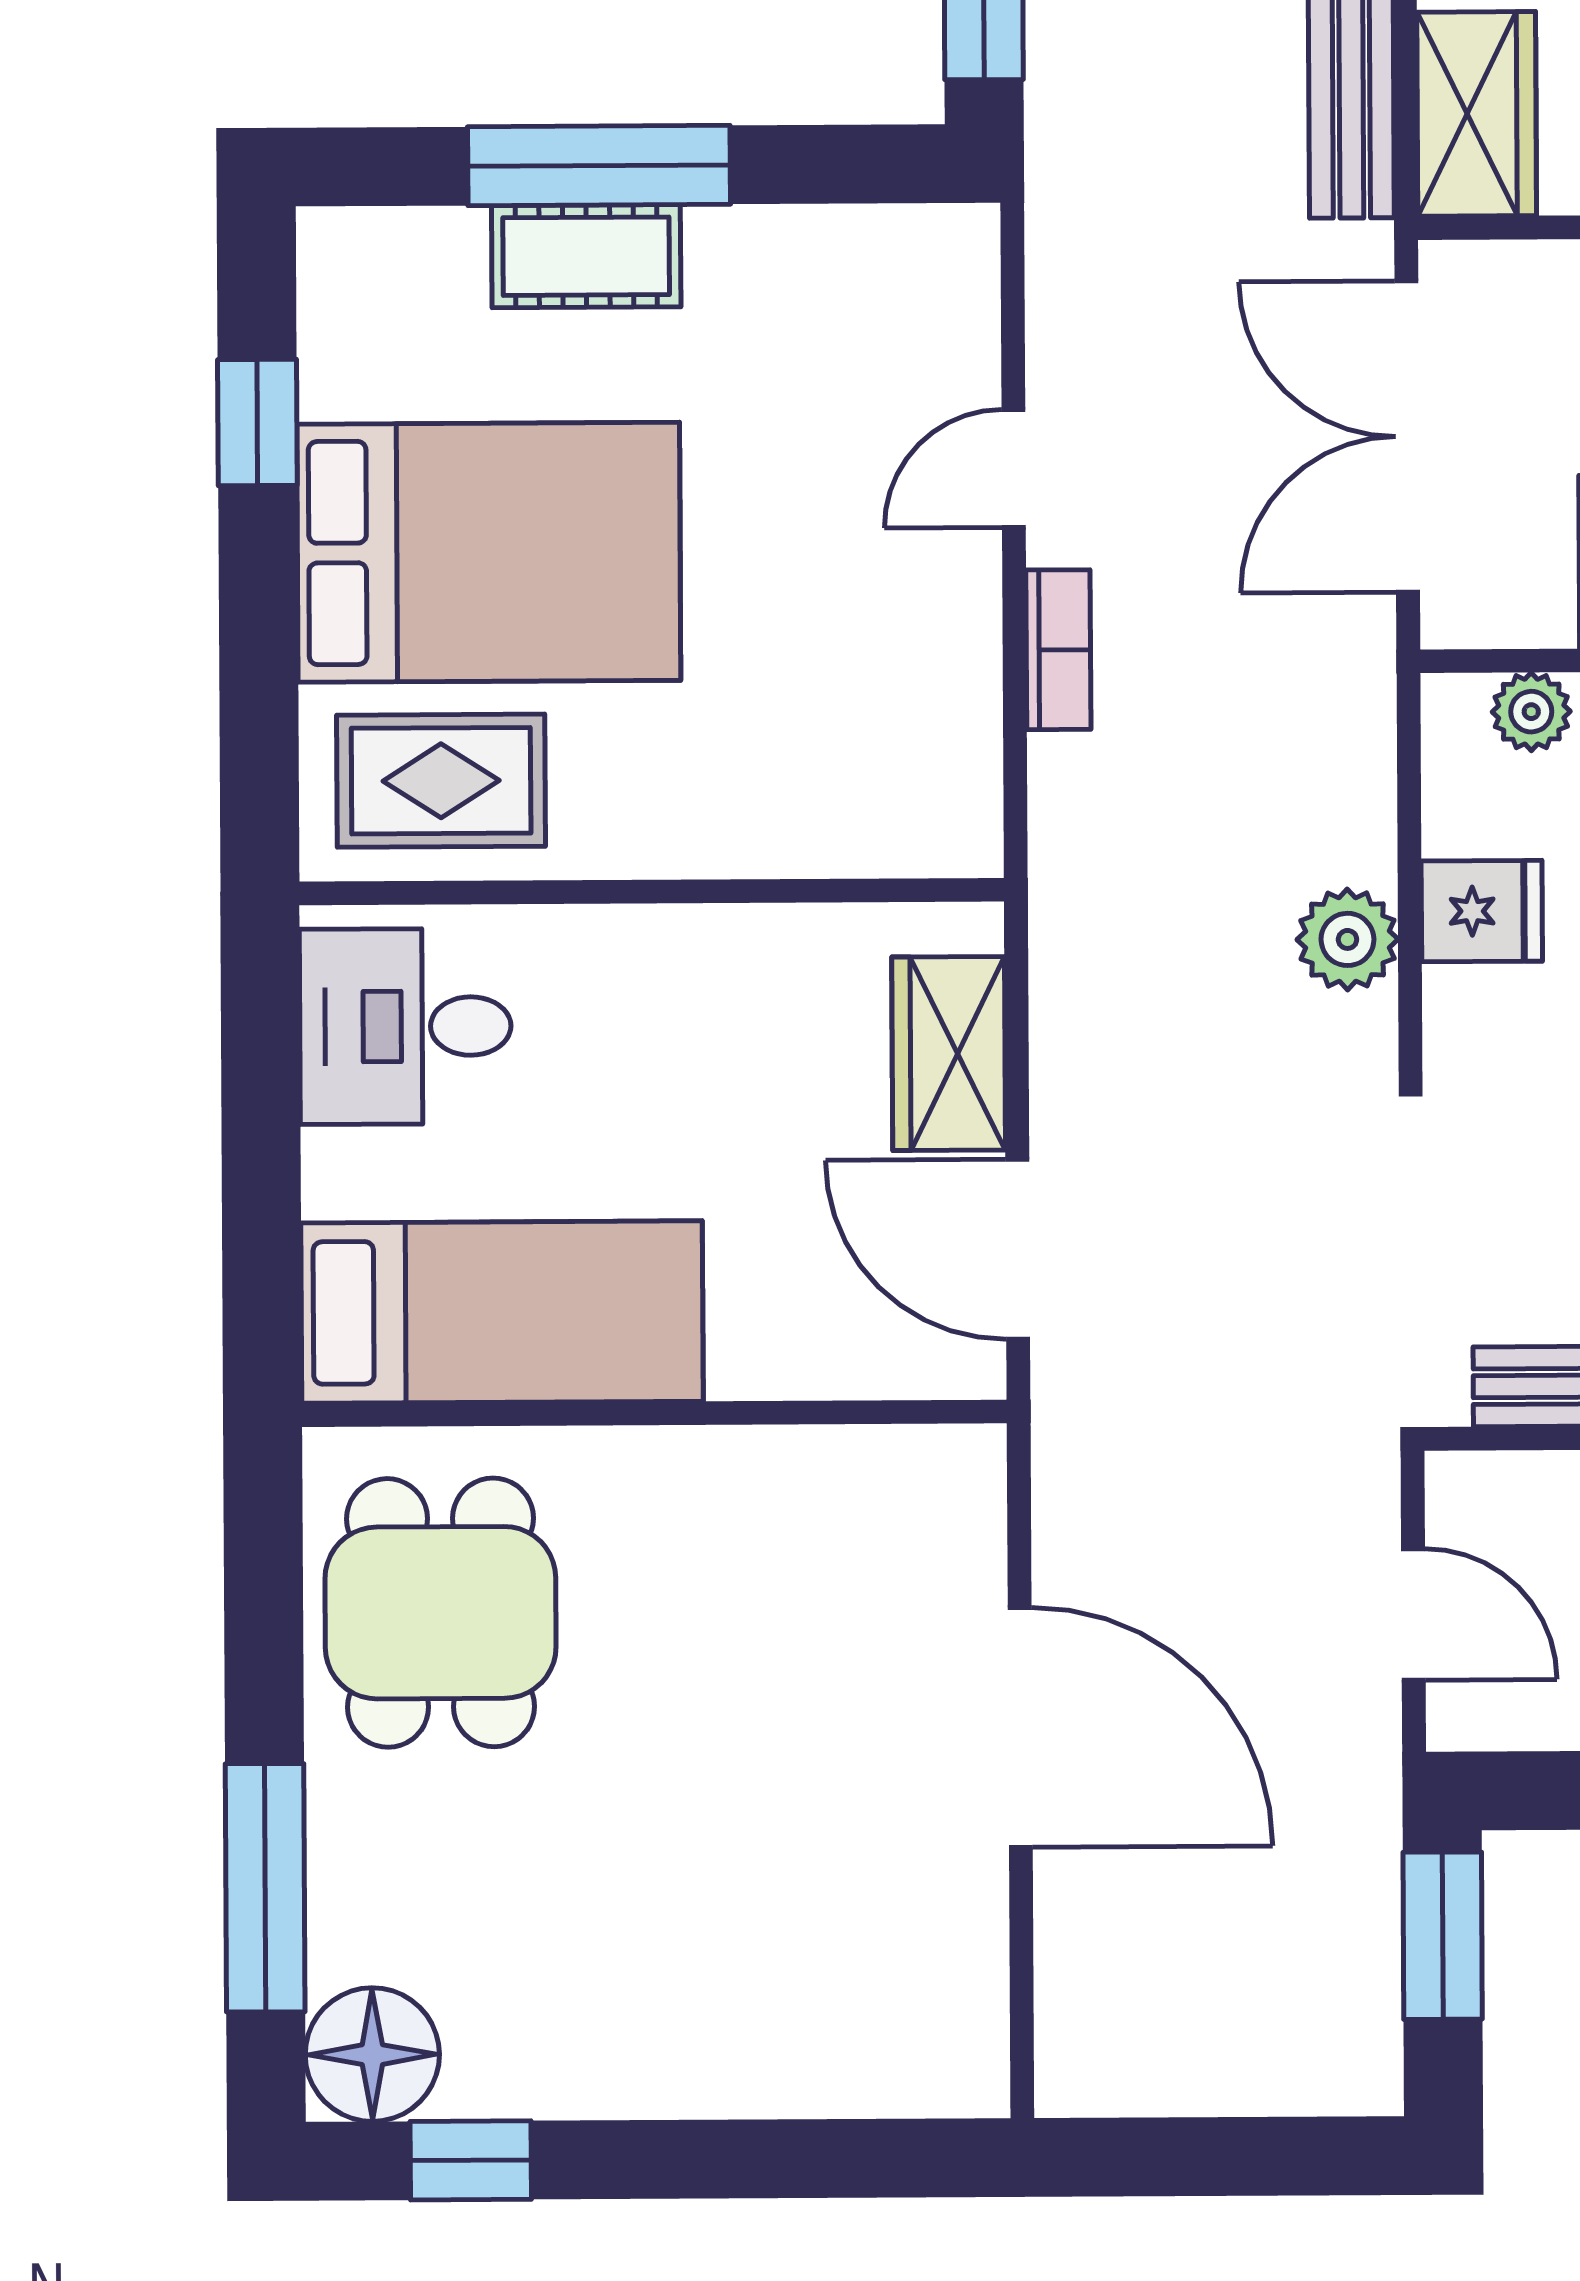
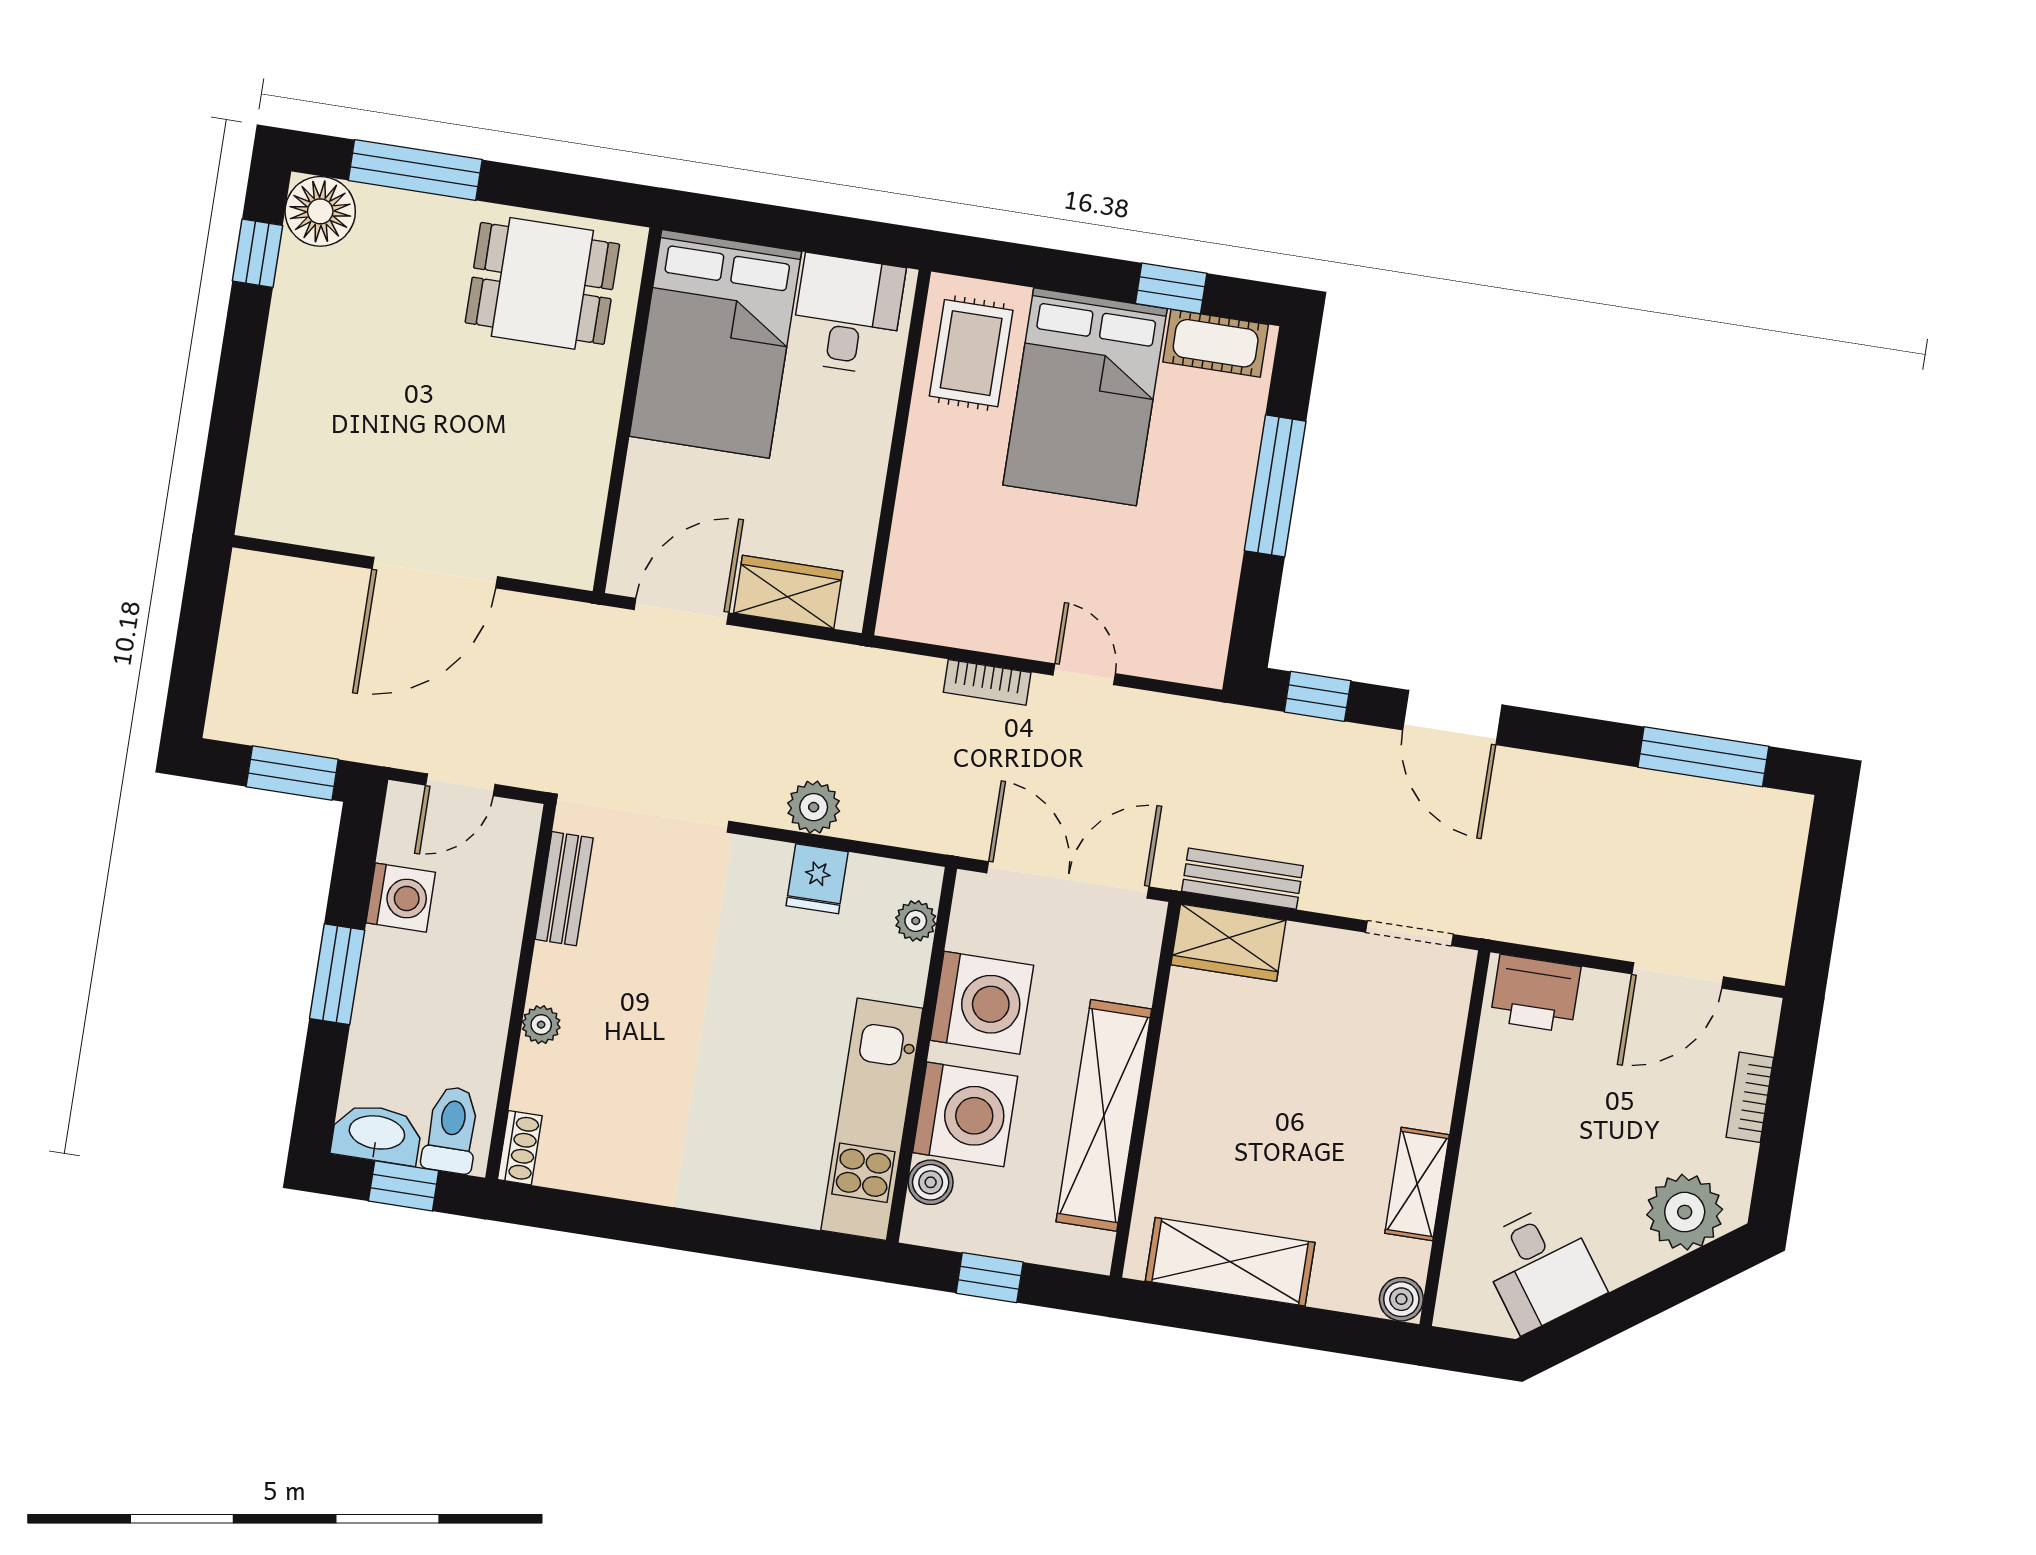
cot: (586, 256) -> (1216, 343), moved, turned 90
bed: (502, 1312) -> (715, 344), width x1.50

